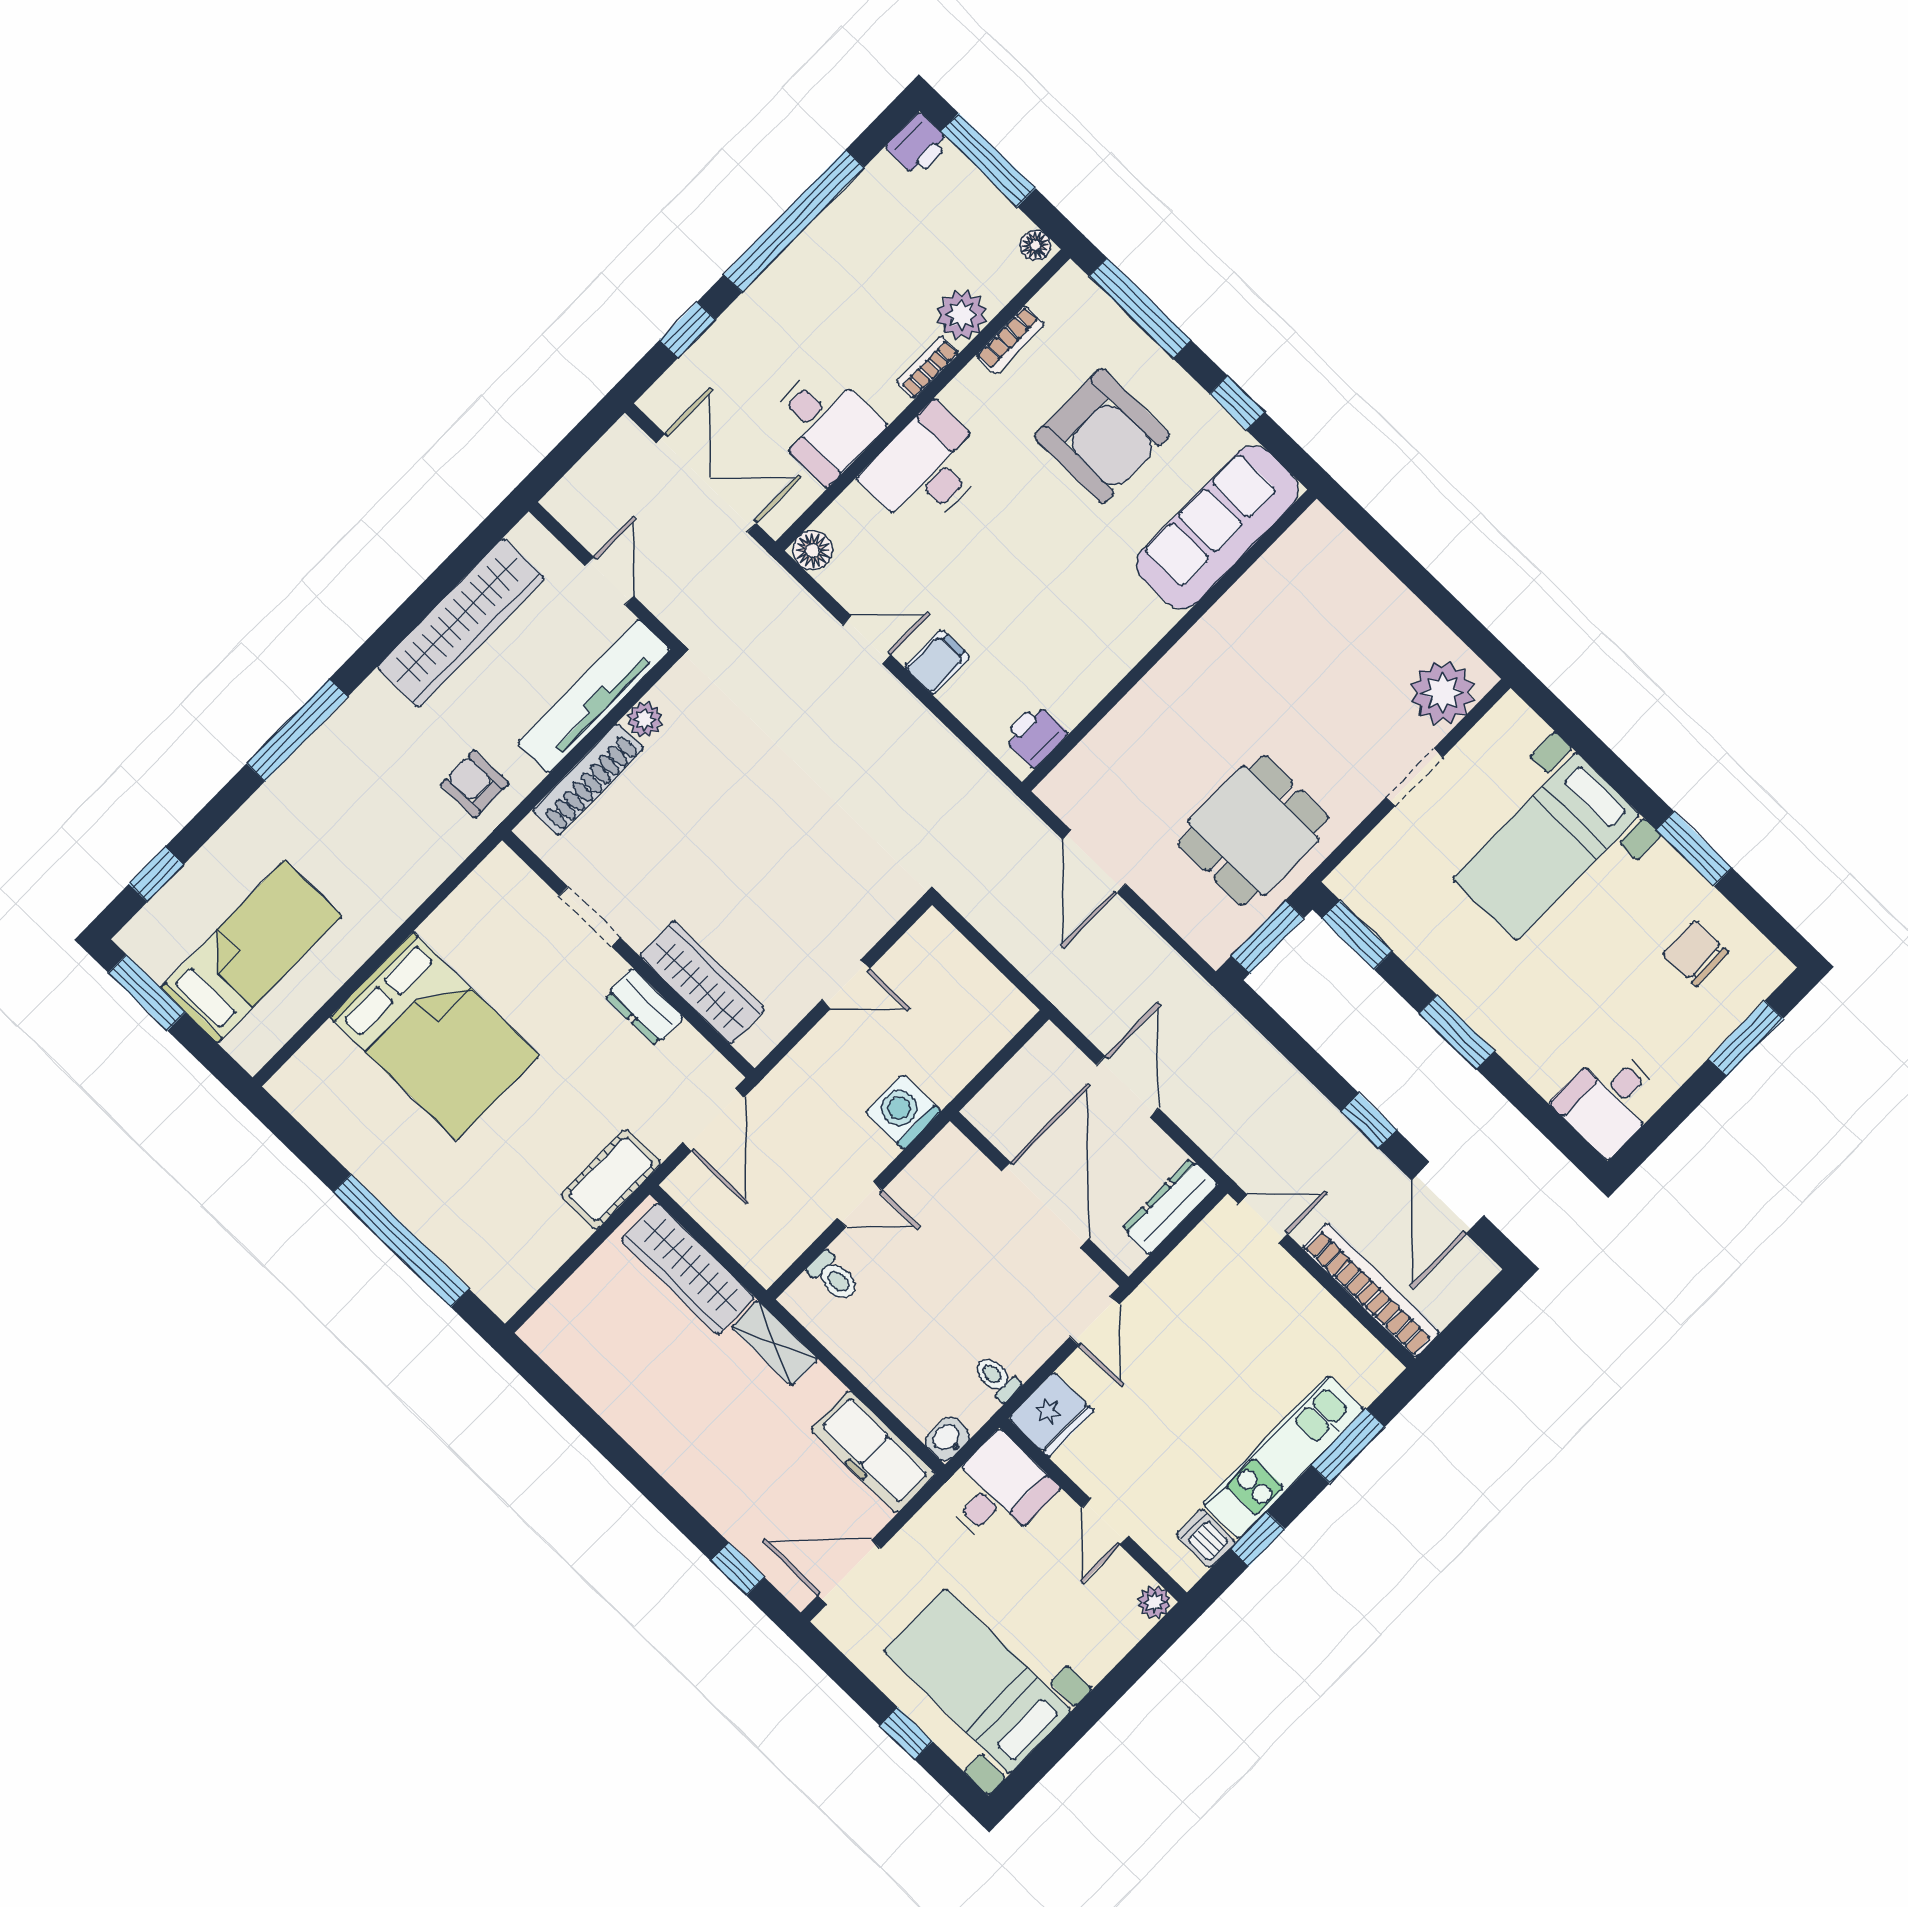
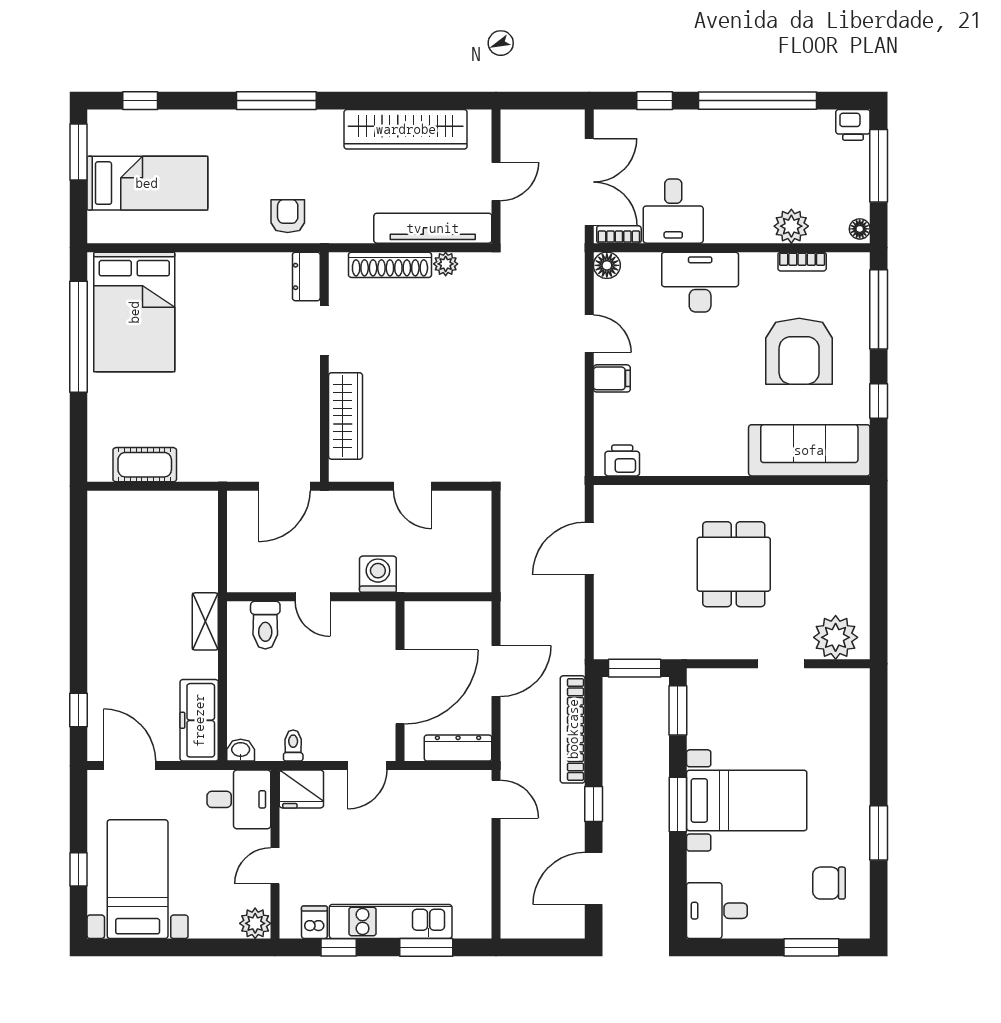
bookcase: (927, 367) -> (619, 234), moved
armchair: (475, 784) -> (288, 216), moved
dining table: (1253, 831) -> (734, 564), moved, turned 90
bed with nightstands: (1546, 847) -> (747, 800), moved, turned 180
chair: (1696, 953) -> (829, 883), turned -89
dresser: (644, 1007) -> (306, 276), moved
bed: (435, 1036) -> (134, 312), moved
cot: (611, 1179) -> (145, 465), moved
window: (401, 1240) -> (78, 337), moved
wardrobe: (688, 1269) -> (200, 544), removed
toilet: (834, 1277) -> (265, 625), width x1.37, depth x1.39
bookcase: (1371, 1290) -> (573, 729), moved, turned 180
plant: (1154, 1602) -> (255, 923), width x1.38, depth x1.38

